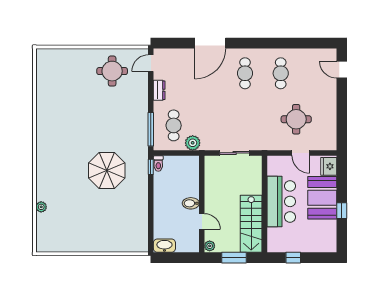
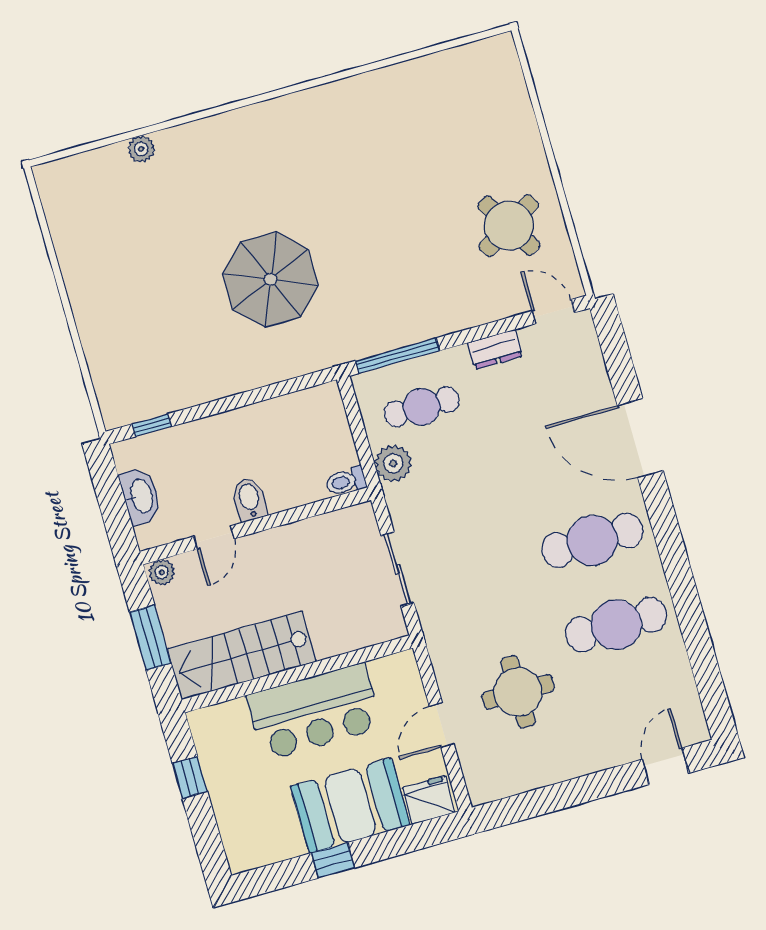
round table: (112, 71) -> (509, 226), turned -31
cafe table: (245, 73) -> (592, 540), width x1.37, depth x1.35
cafe table: (281, 73) -> (616, 625), width x1.37, depth x1.35
toilet: (158, 163) -> (346, 481), moved
window: (151, 167) -> (152, 425), moved
washbasin: (164, 246) -> (141, 496), moved

